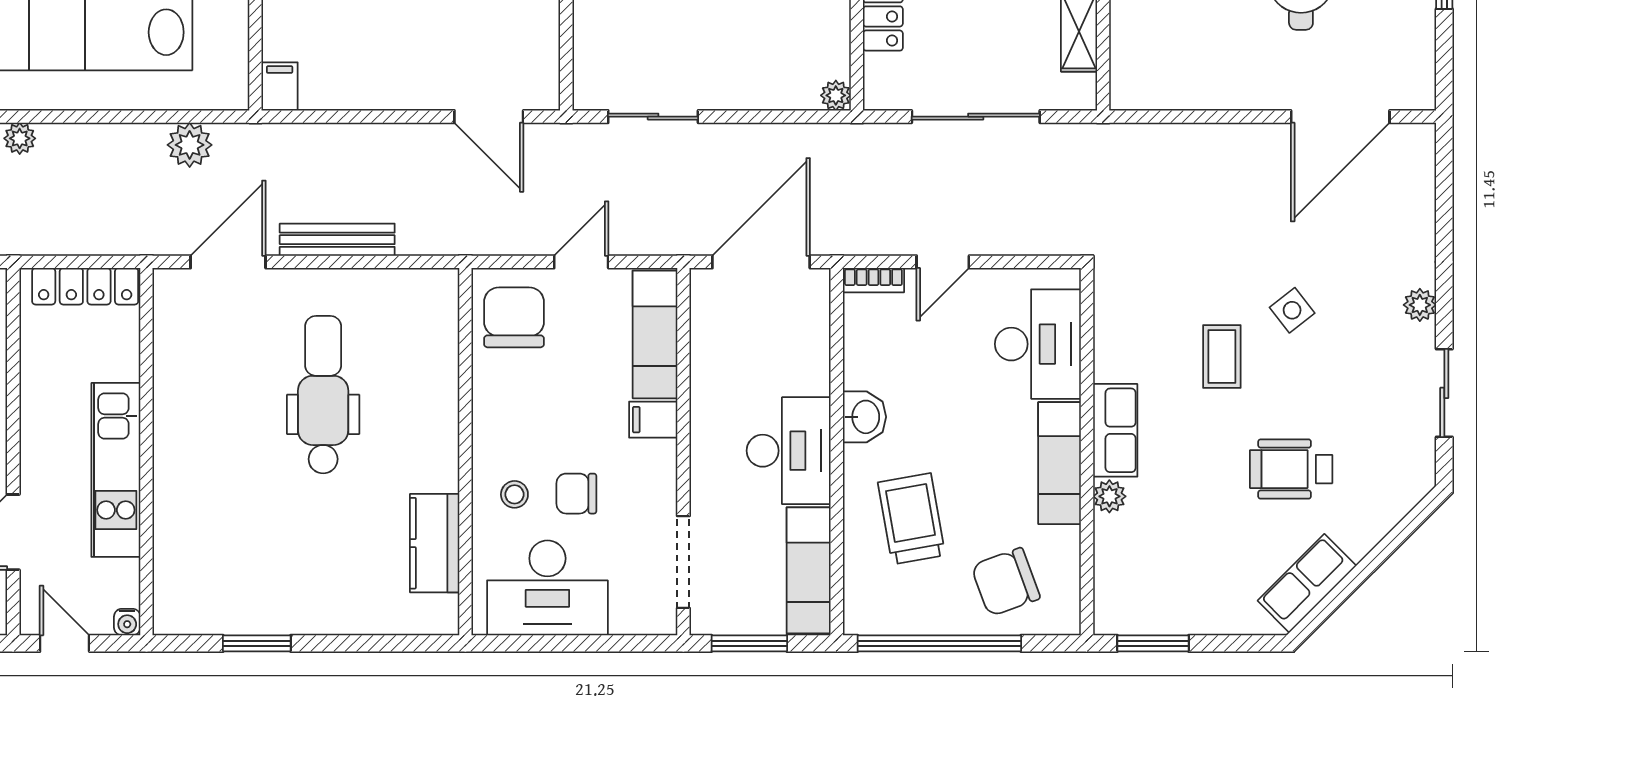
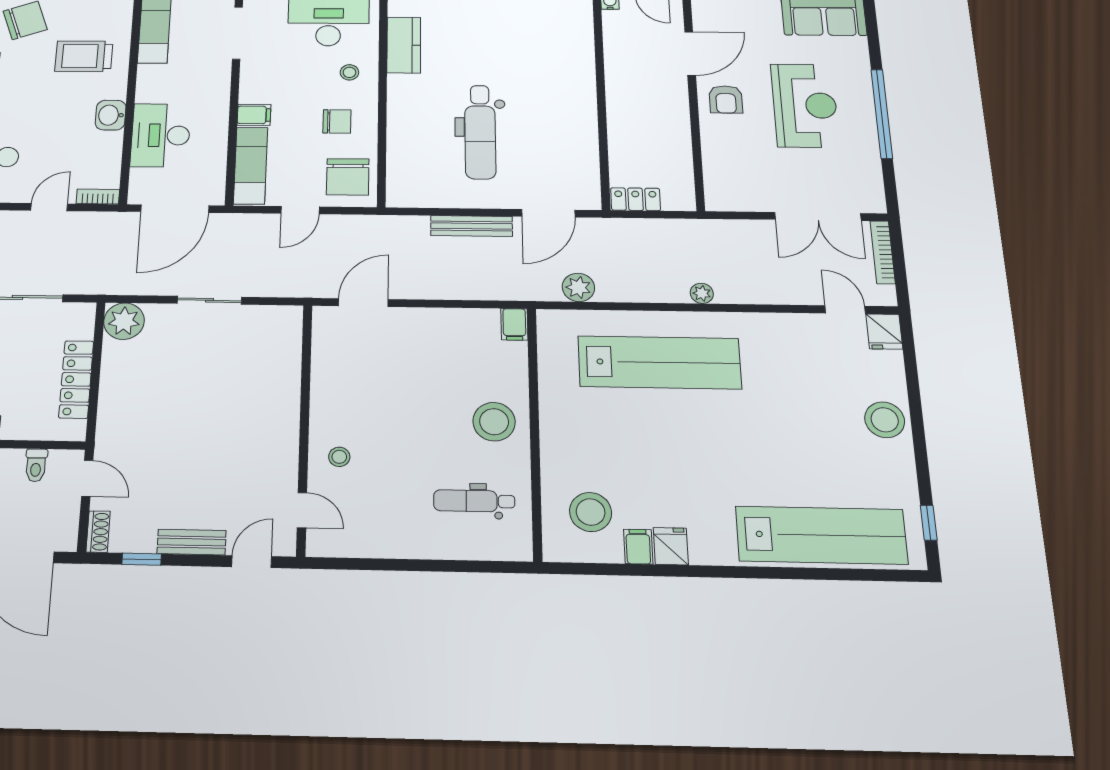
plant: (836, 95) -> (124, 321), width x1.88, depth x1.88
door: (489, 117) -> (363, 303), hinge flipped
sliding door: (653, 117) -> (209, 300), moved
locker: (85, 286) -> (636, 199), width x0.66
desk: (789, 451) -> (161, 135), moved
kitchen unit: (116, 470) -> (622, 89), removed
chair: (576, 494) -> (337, 121), moved
trolley: (912, 519) -> (84, 56), turned 100

